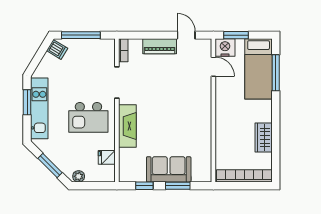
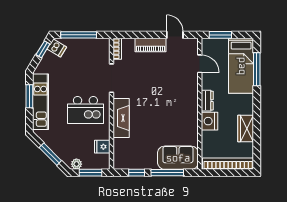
nightstand: (225, 48) -> (209, 121), moved, turned -90
window: (42, 51) -> (43, 49), added
dresser: (221, 107) -> (207, 101), added
sofa: (169, 169) -> (178, 158), moved
window: (94, 186) -> (90, 173), added
window: (178, 186) -> (167, 173), width x1.44

